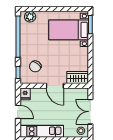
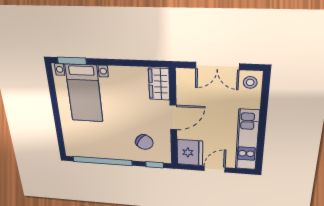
plant: (30, 17) -> (72, 144), removed
fridge: (25, 94) -> (190, 153), width x1.88, depth x1.34

